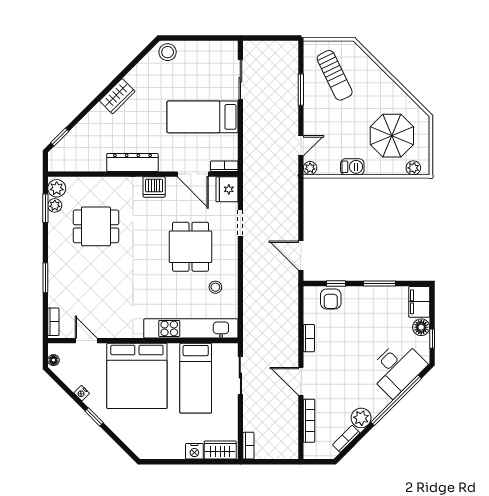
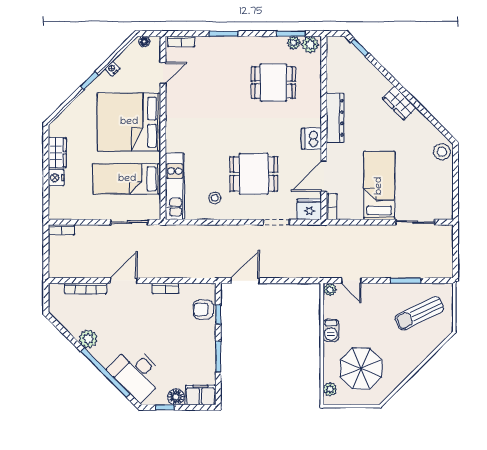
dining table: (96, 226) -> (273, 83), turned 90
kitchen unit: (191, 328) -> (175, 186), width x0.73
bookcase: (346, 439) -> (68, 324), removed
wardrobe: (220, 450) -> (57, 153), moved

